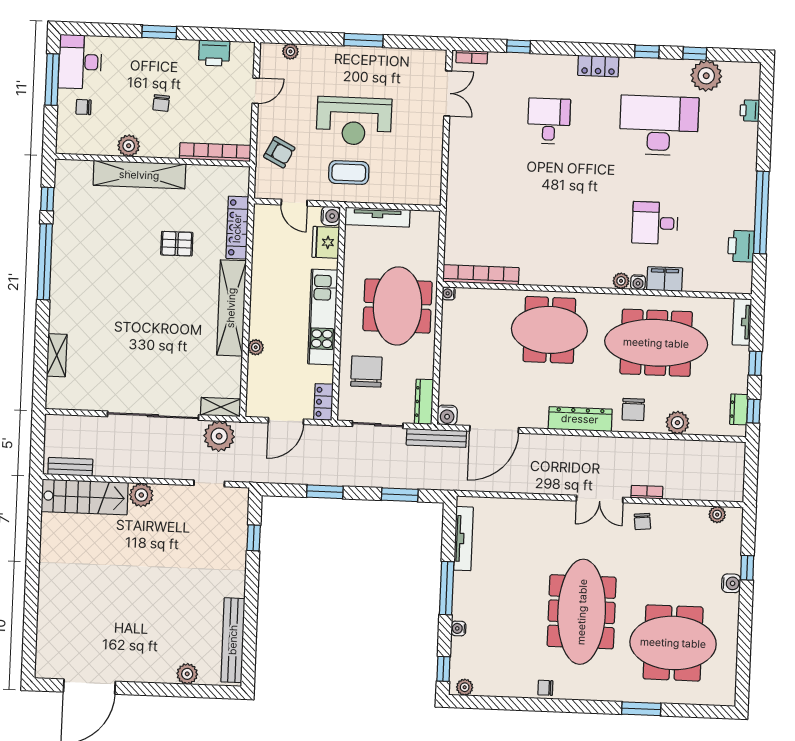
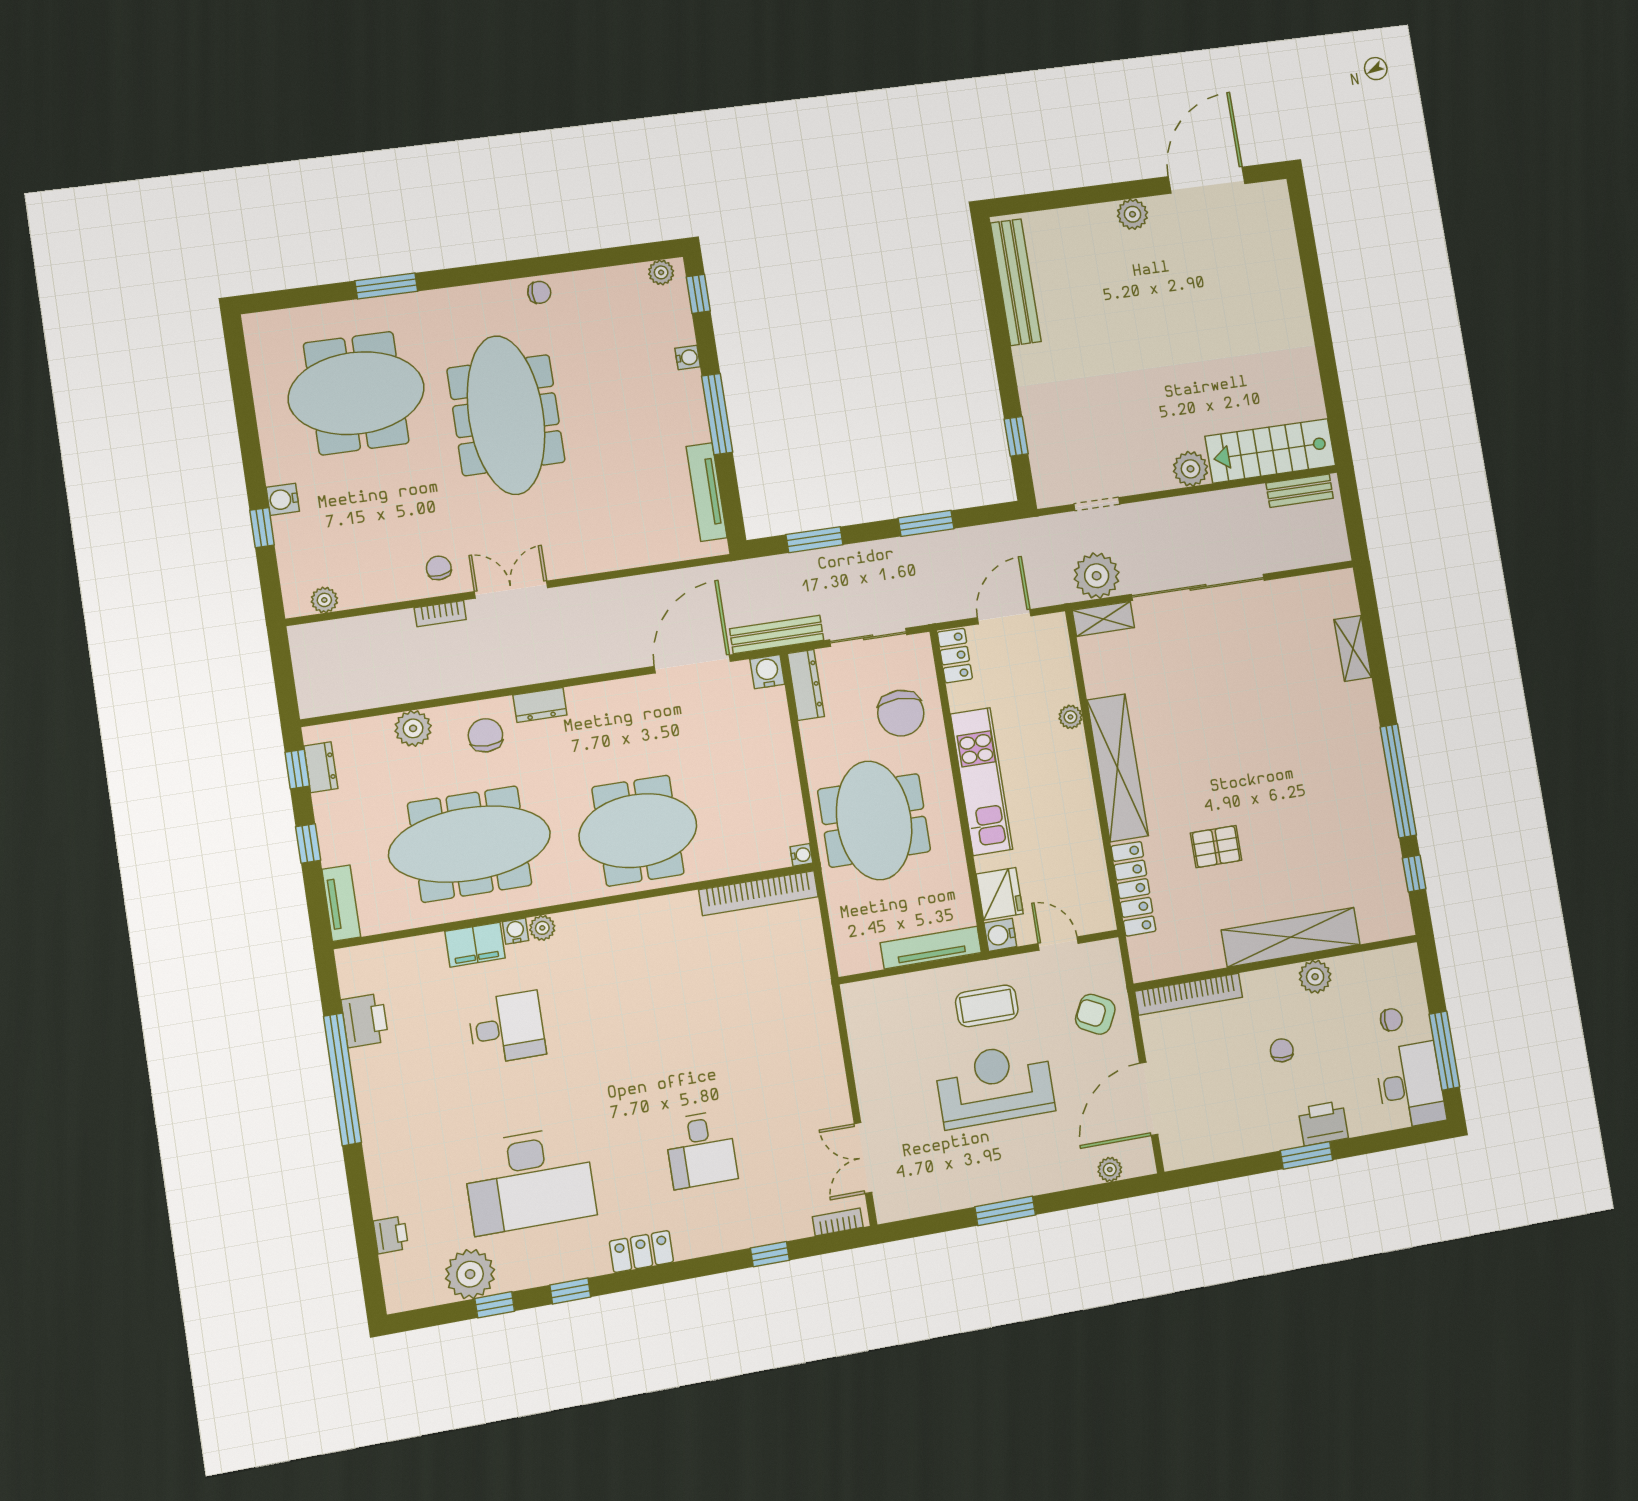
printer: (214, 53) -> (1323, 1123), moved
door: (256, 91) -> (1149, 1099), width x1.87
dresser: (580, 419) -> (540, 705), width x0.51, depth x0.80
plant: (187, 674) -> (1133, 214), moved

